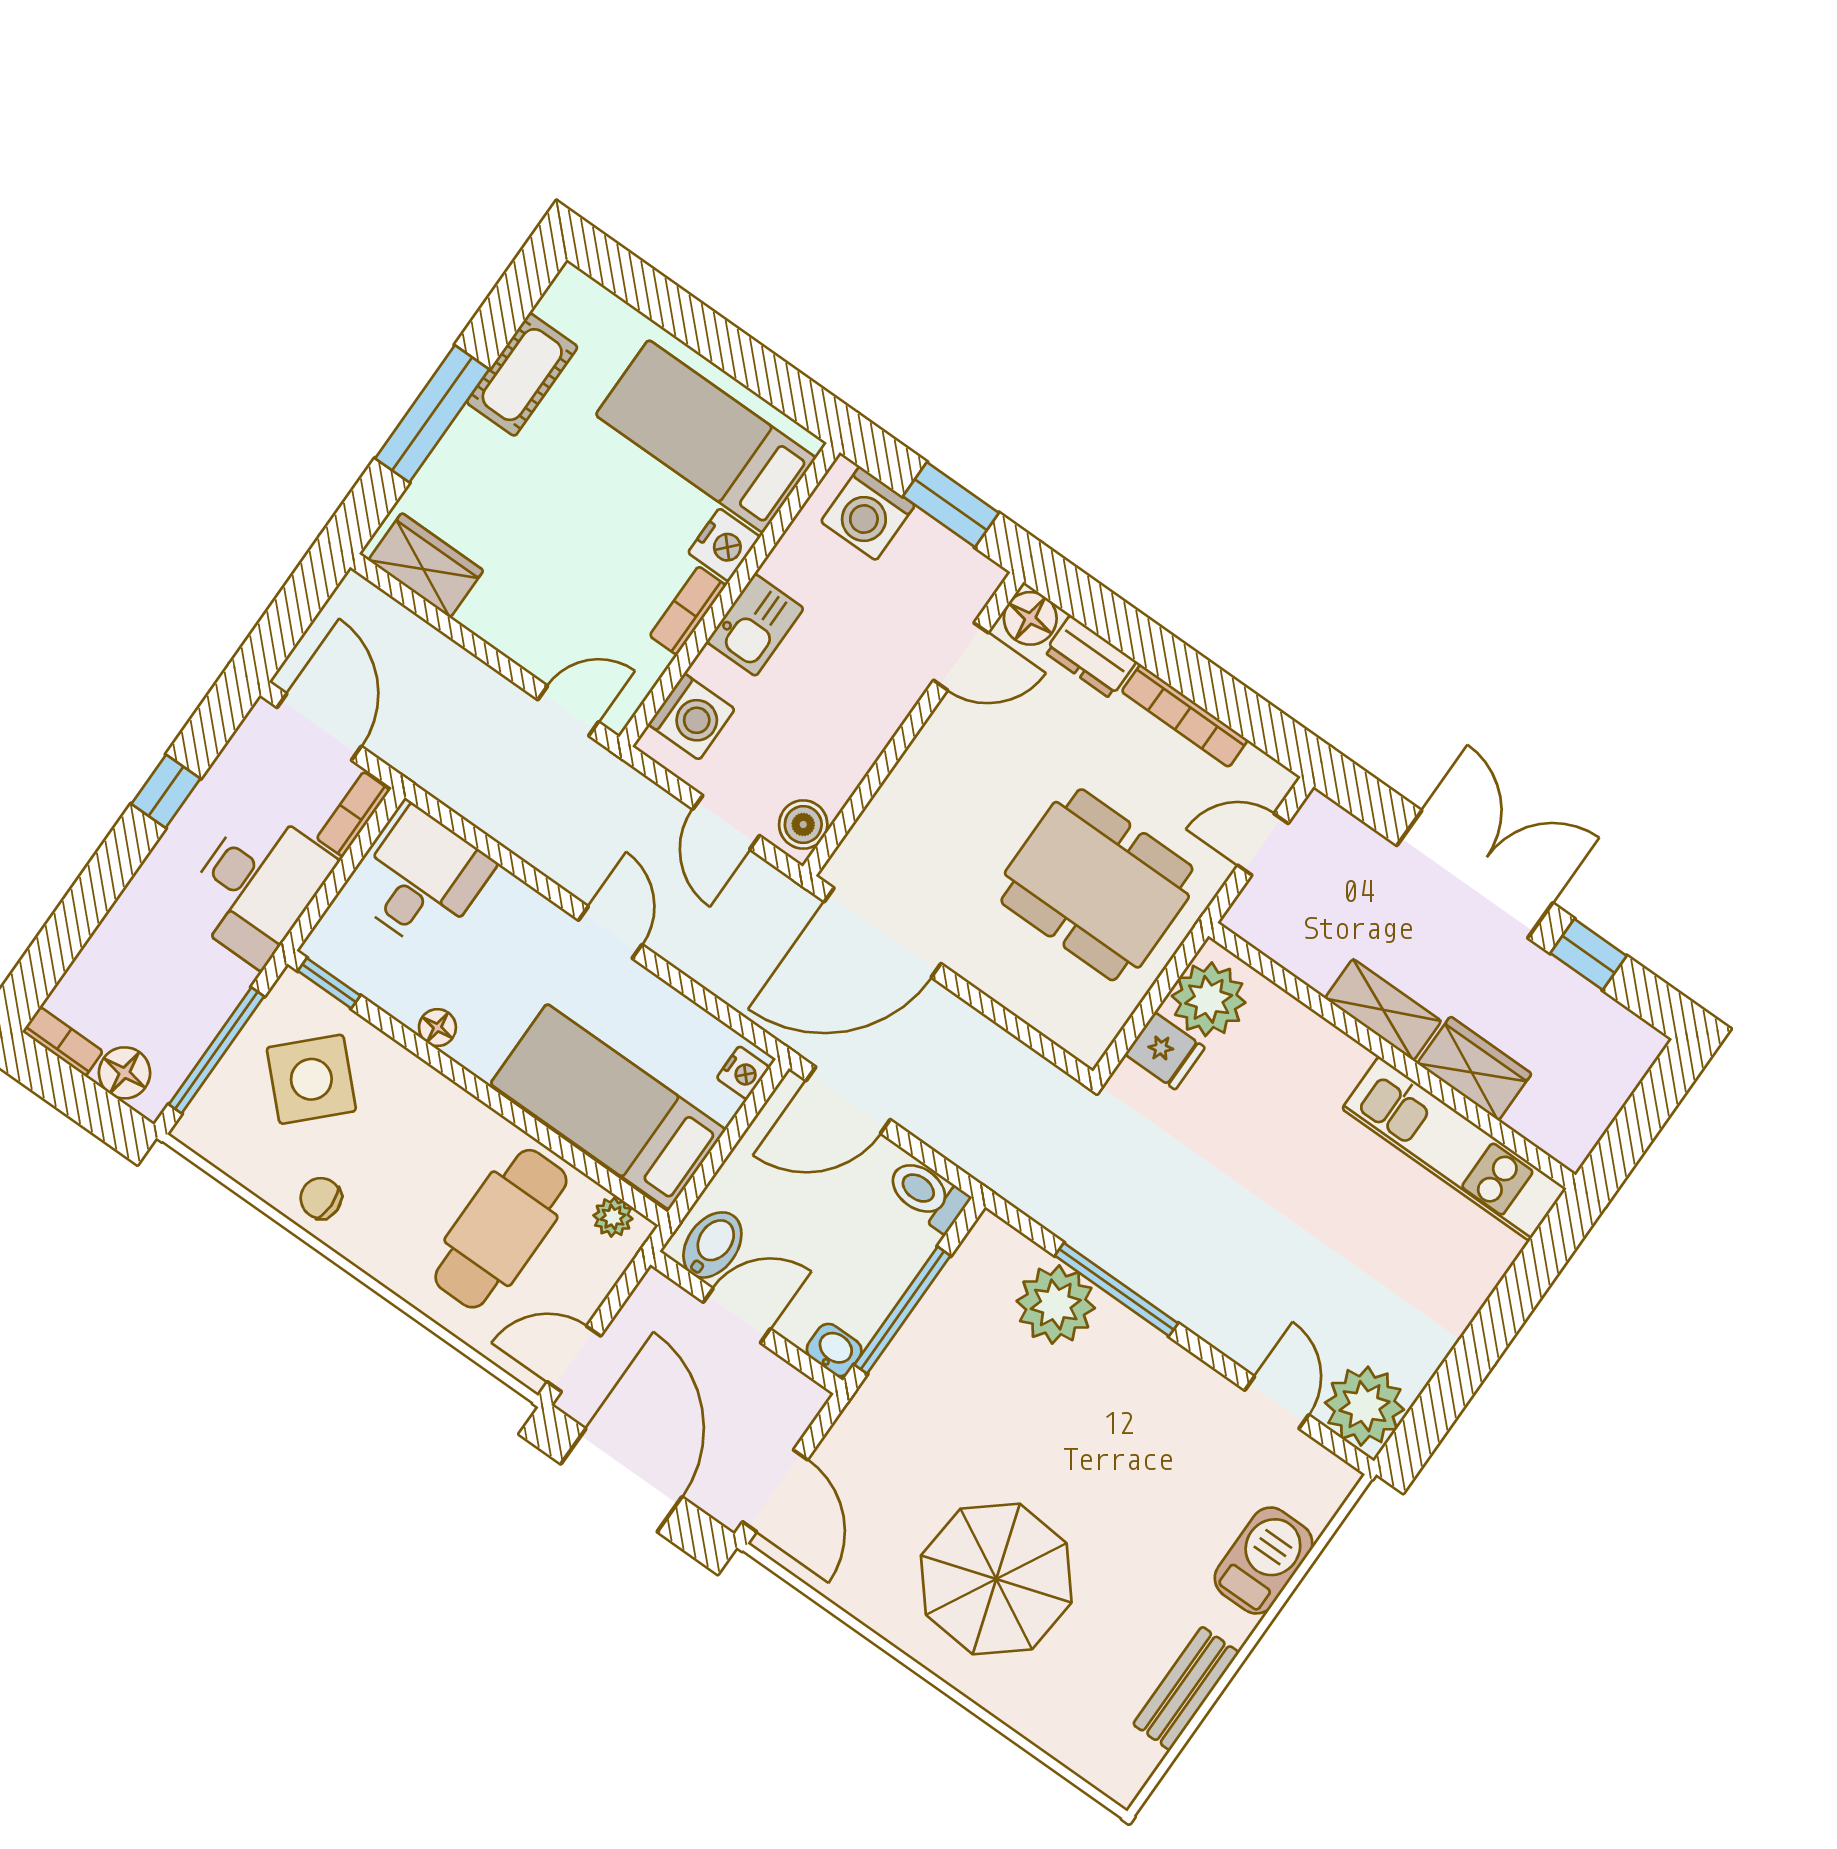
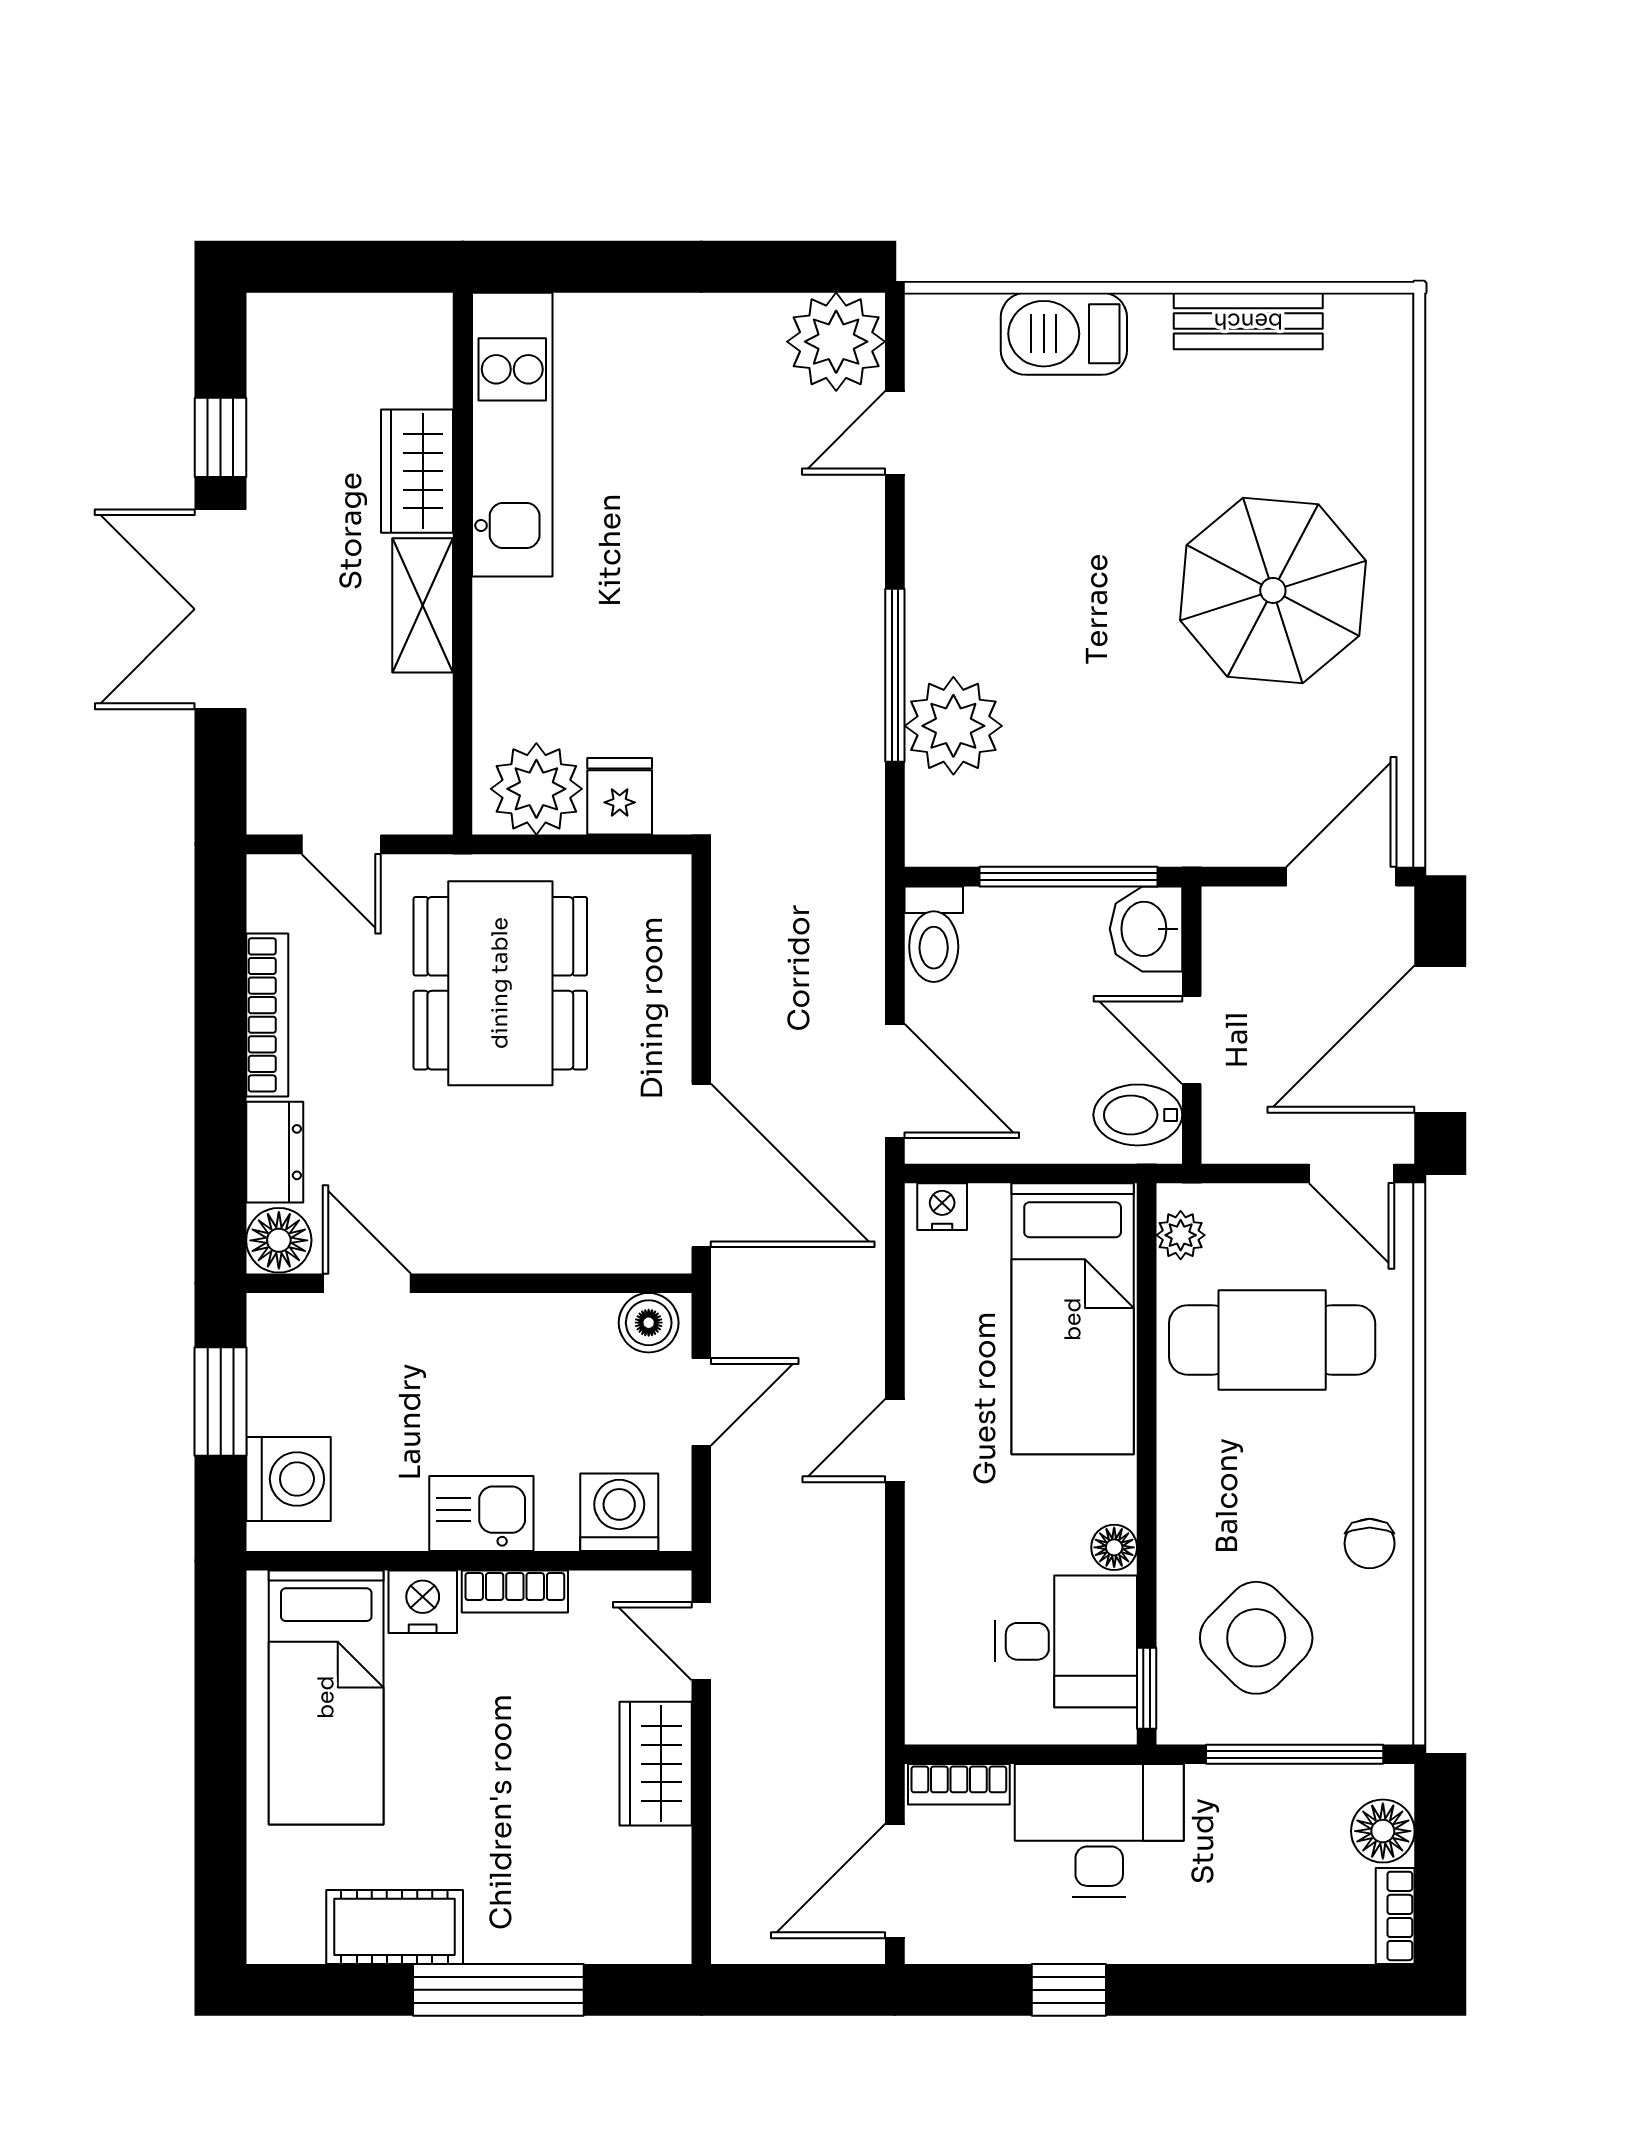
wardrobe: (426, 565) -> (656, 1764), moved
desk: (422, 880) -> (1066, 1641), moved, turned 180
washbasin: (834, 1350) -> (1146, 929), width x1.38, depth x1.45

